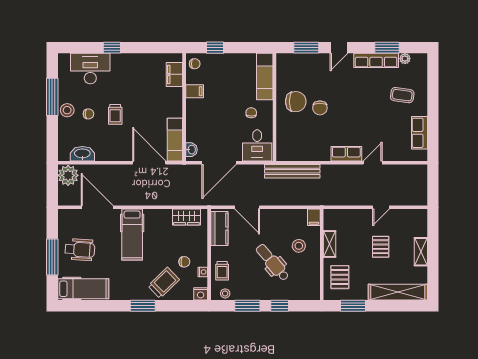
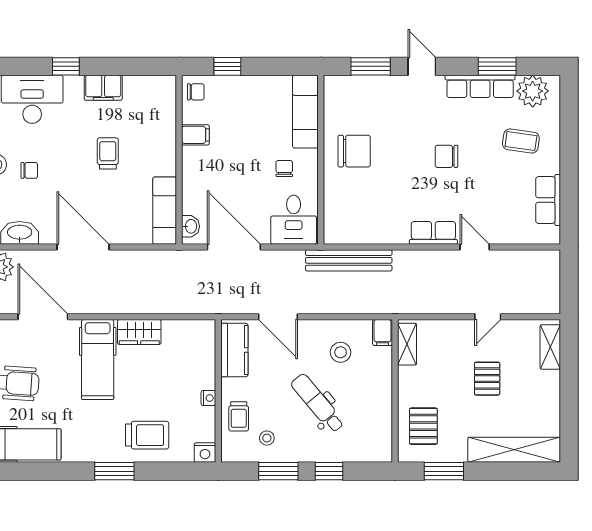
door: (339, 48) -> (422, 66), swing flipped
plant: (405, 59) -> (533, 91), width x1.87, depth x1.87
filing cabinet: (174, 74) -> (103, 88), moved, turned -90
chair: (320, 108) -> (447, 156), moved, turned 90
trolley: (115, 114) -> (108, 153), moved, turned 180
door: (149, 163) -> (83, 247), moved
door: (219, 163) -> (234, 247), swing flipped
door: (373, 163) -> (475, 247), hinge flipped
wardrobe: (186, 217) -> (139, 332), moved
shelving: (330, 244) -> (407, 344), moved
stool: (299, 246) -> (341, 352), moved
shelving: (421, 252) -> (550, 347), moved
chair: (184, 262) -> (179, 402), removed
nightstand: (203, 272) -> (208, 398), moved
trolley: (164, 283) -> (147, 435), turned 44
stool: (225, 293) -> (267, 438), moved

